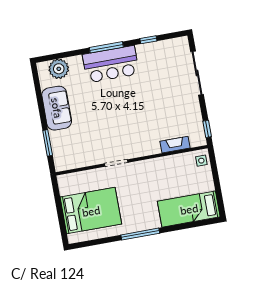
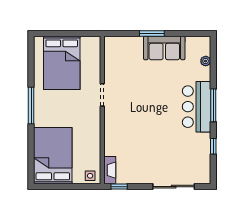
plant: (59, 69) -> (206, 61), width x0.53, depth x0.53
window: (48, 143) -> (152, 33), moved
fireplace: (175, 145) -> (110, 170), moved
bed: (189, 209) -> (53, 156), width x1.50

